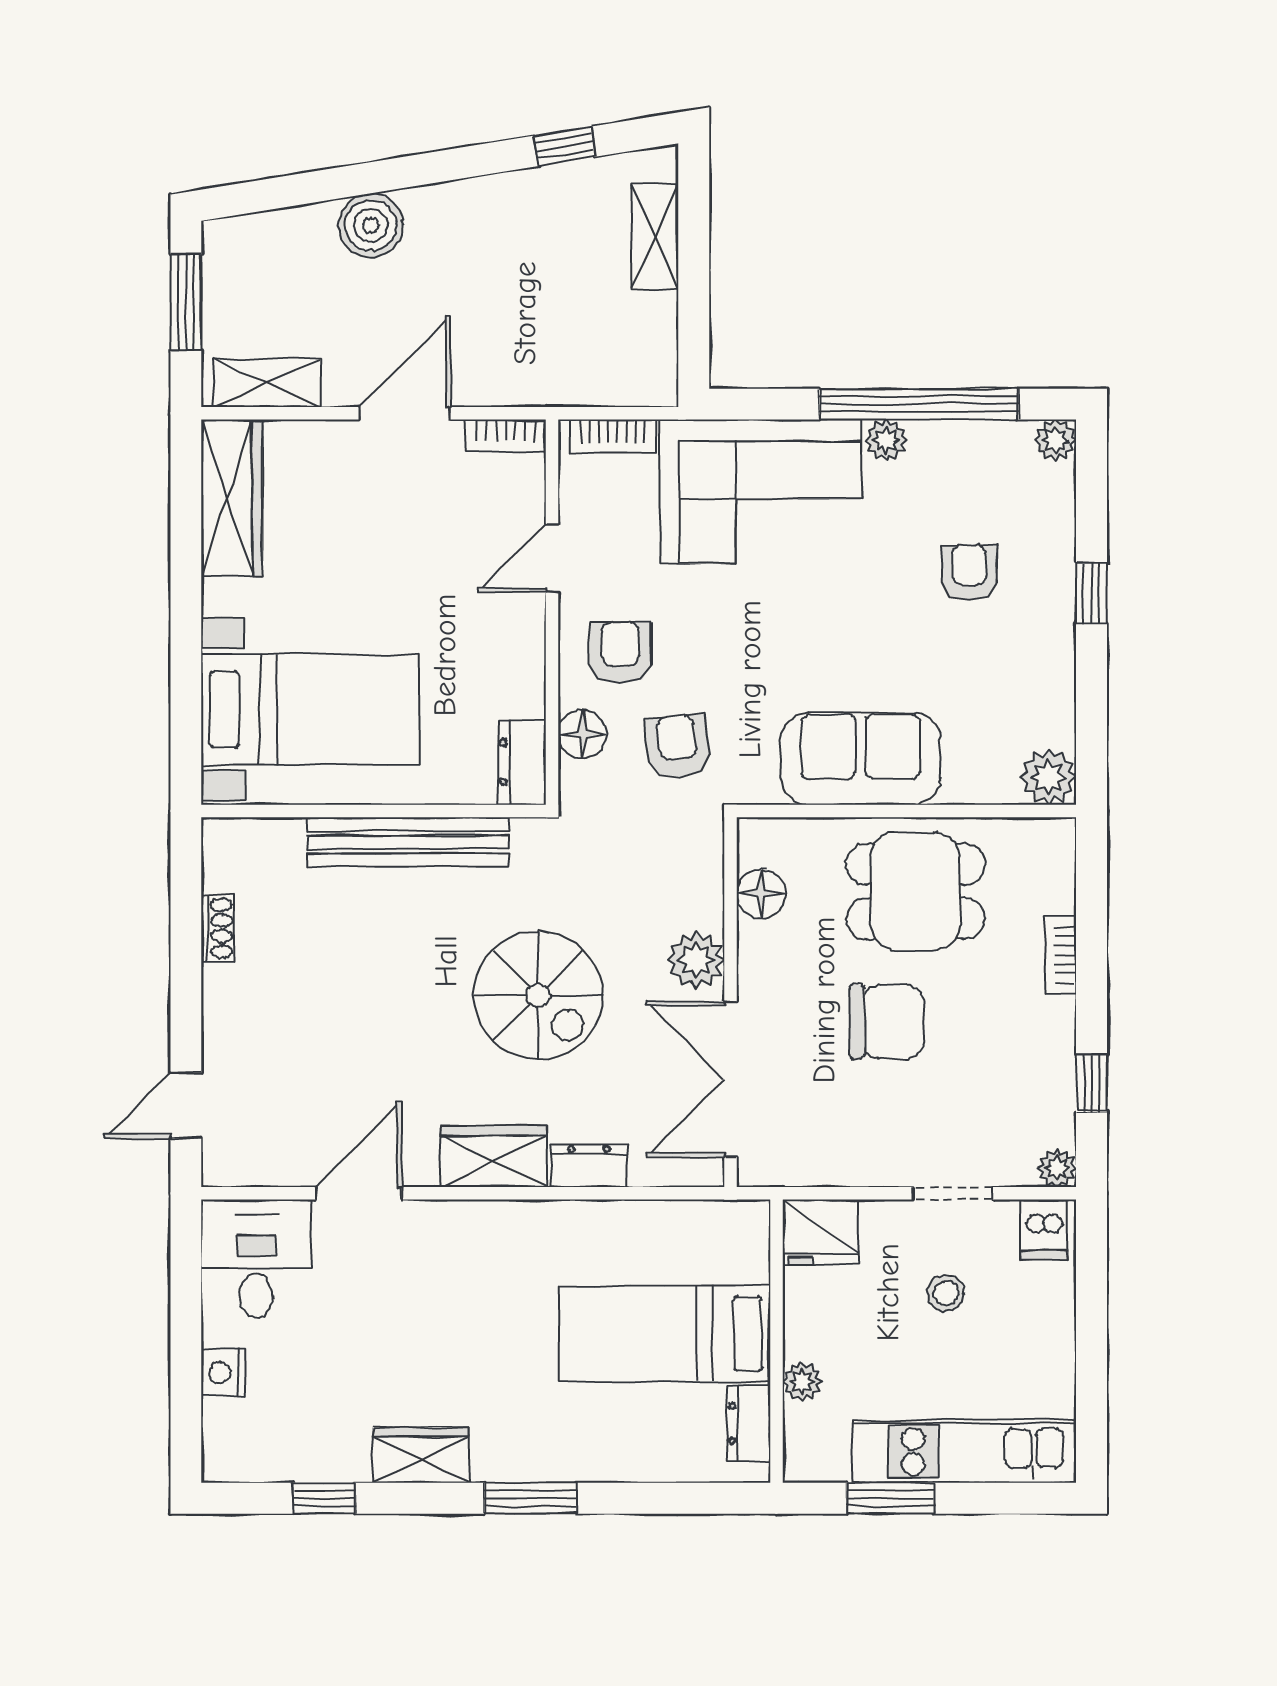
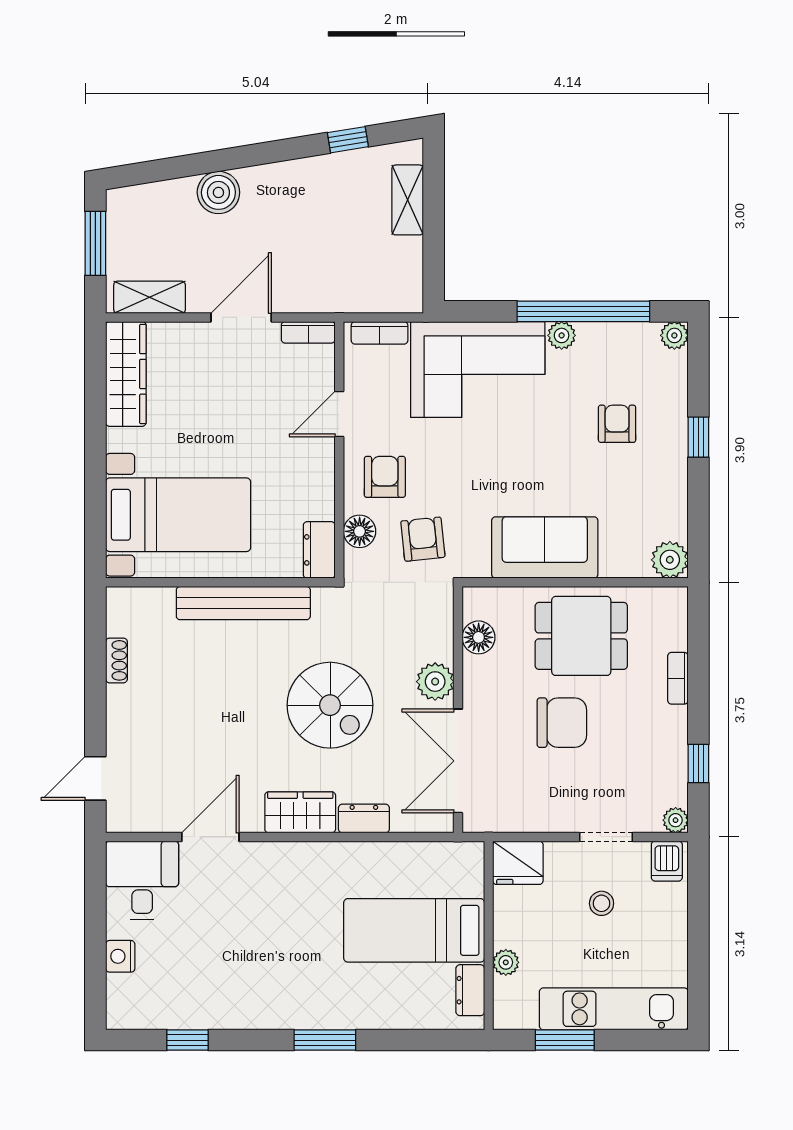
wardrobe: (421, 1455) -> (252, 1011), removed

